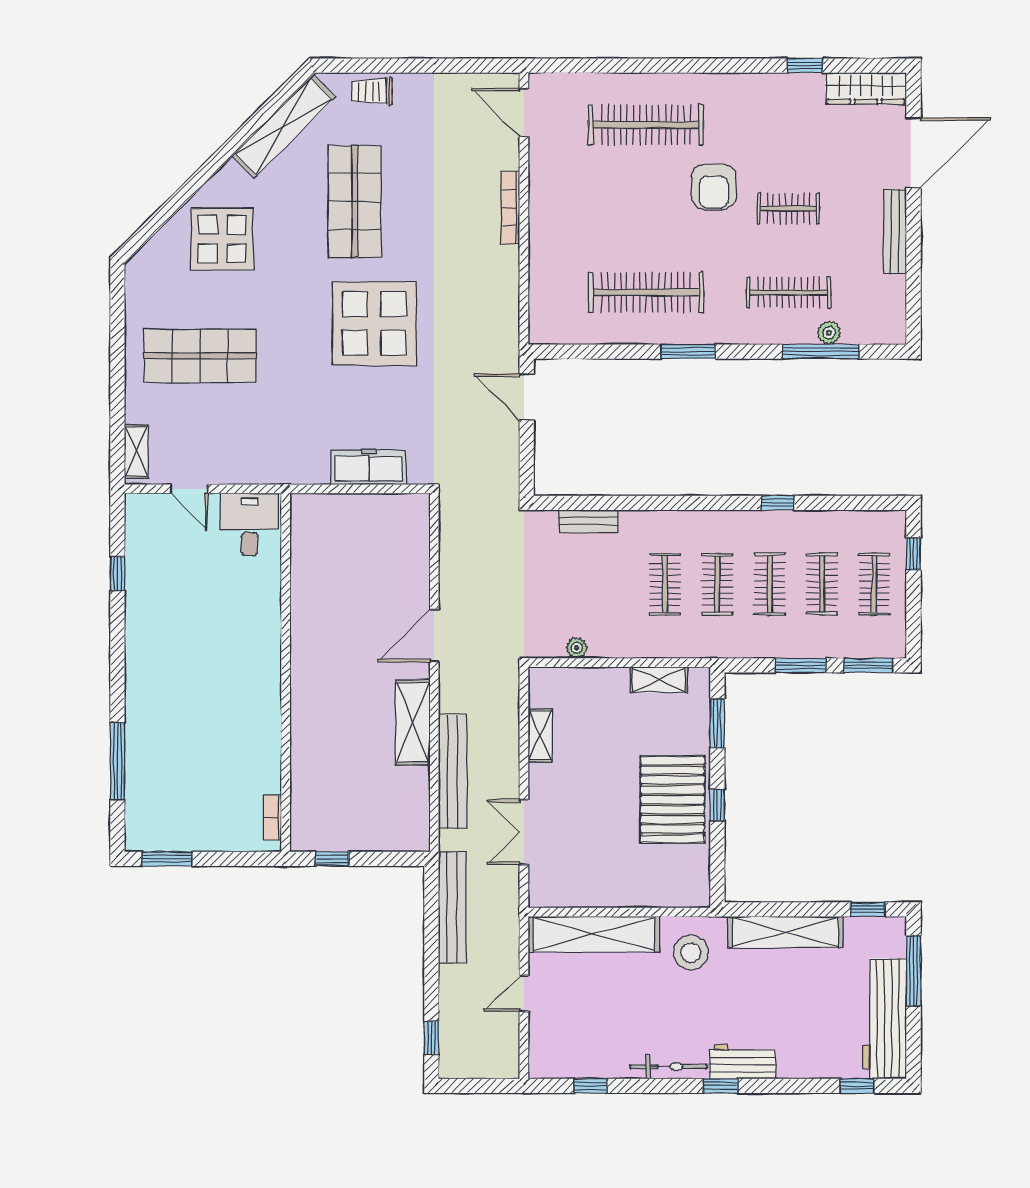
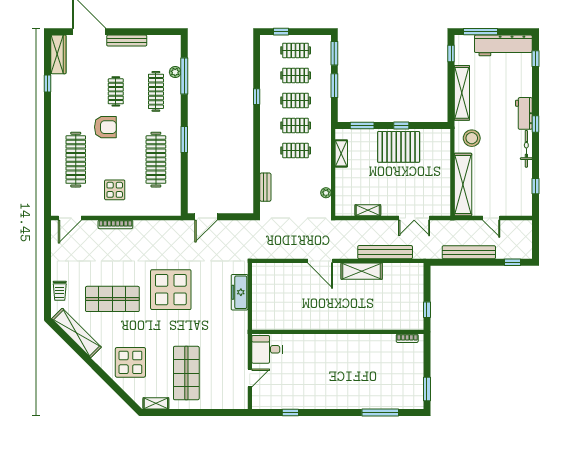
display table: (583, 206) -> (115, 190), added
shelving: (136, 451) -> (156, 403), moved
bench: (452, 907) -> (469, 252), moved

